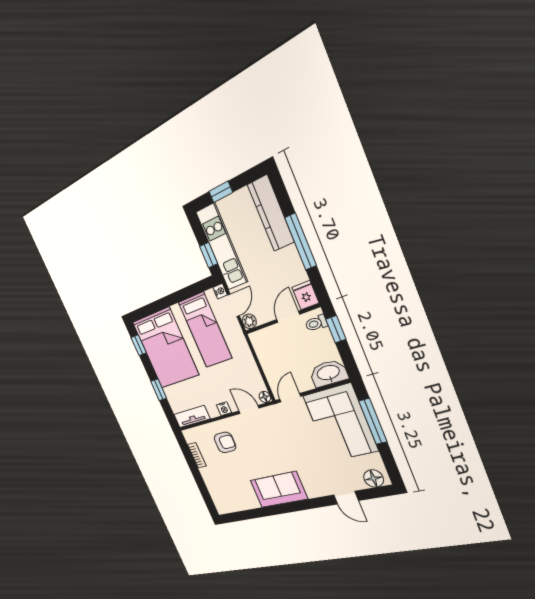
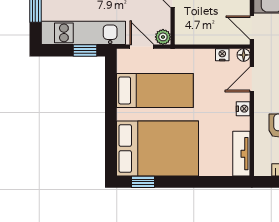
nightstand: (220, 291) -> (222, 55), moved
window: (159, 390) -> (200, 182), removed

